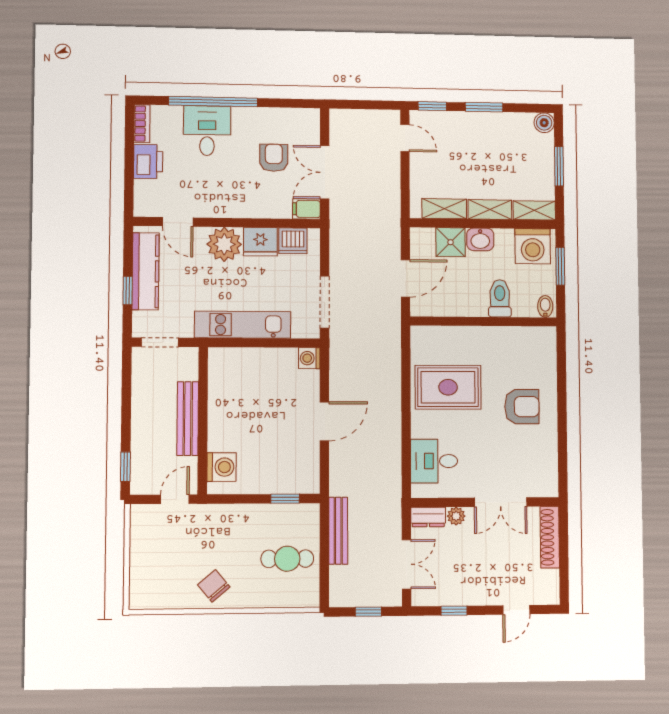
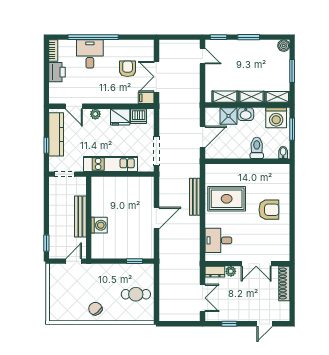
plant: (224, 244) -> (95, 114), width x0.53, depth x0.53
washing machine: (309, 358) -> (148, 183), removed
washing machine: (222, 467) -> (99, 225), moved
bench: (338, 531) -> (195, 197), moved
window: (368, 612) -> (181, 324), removed

